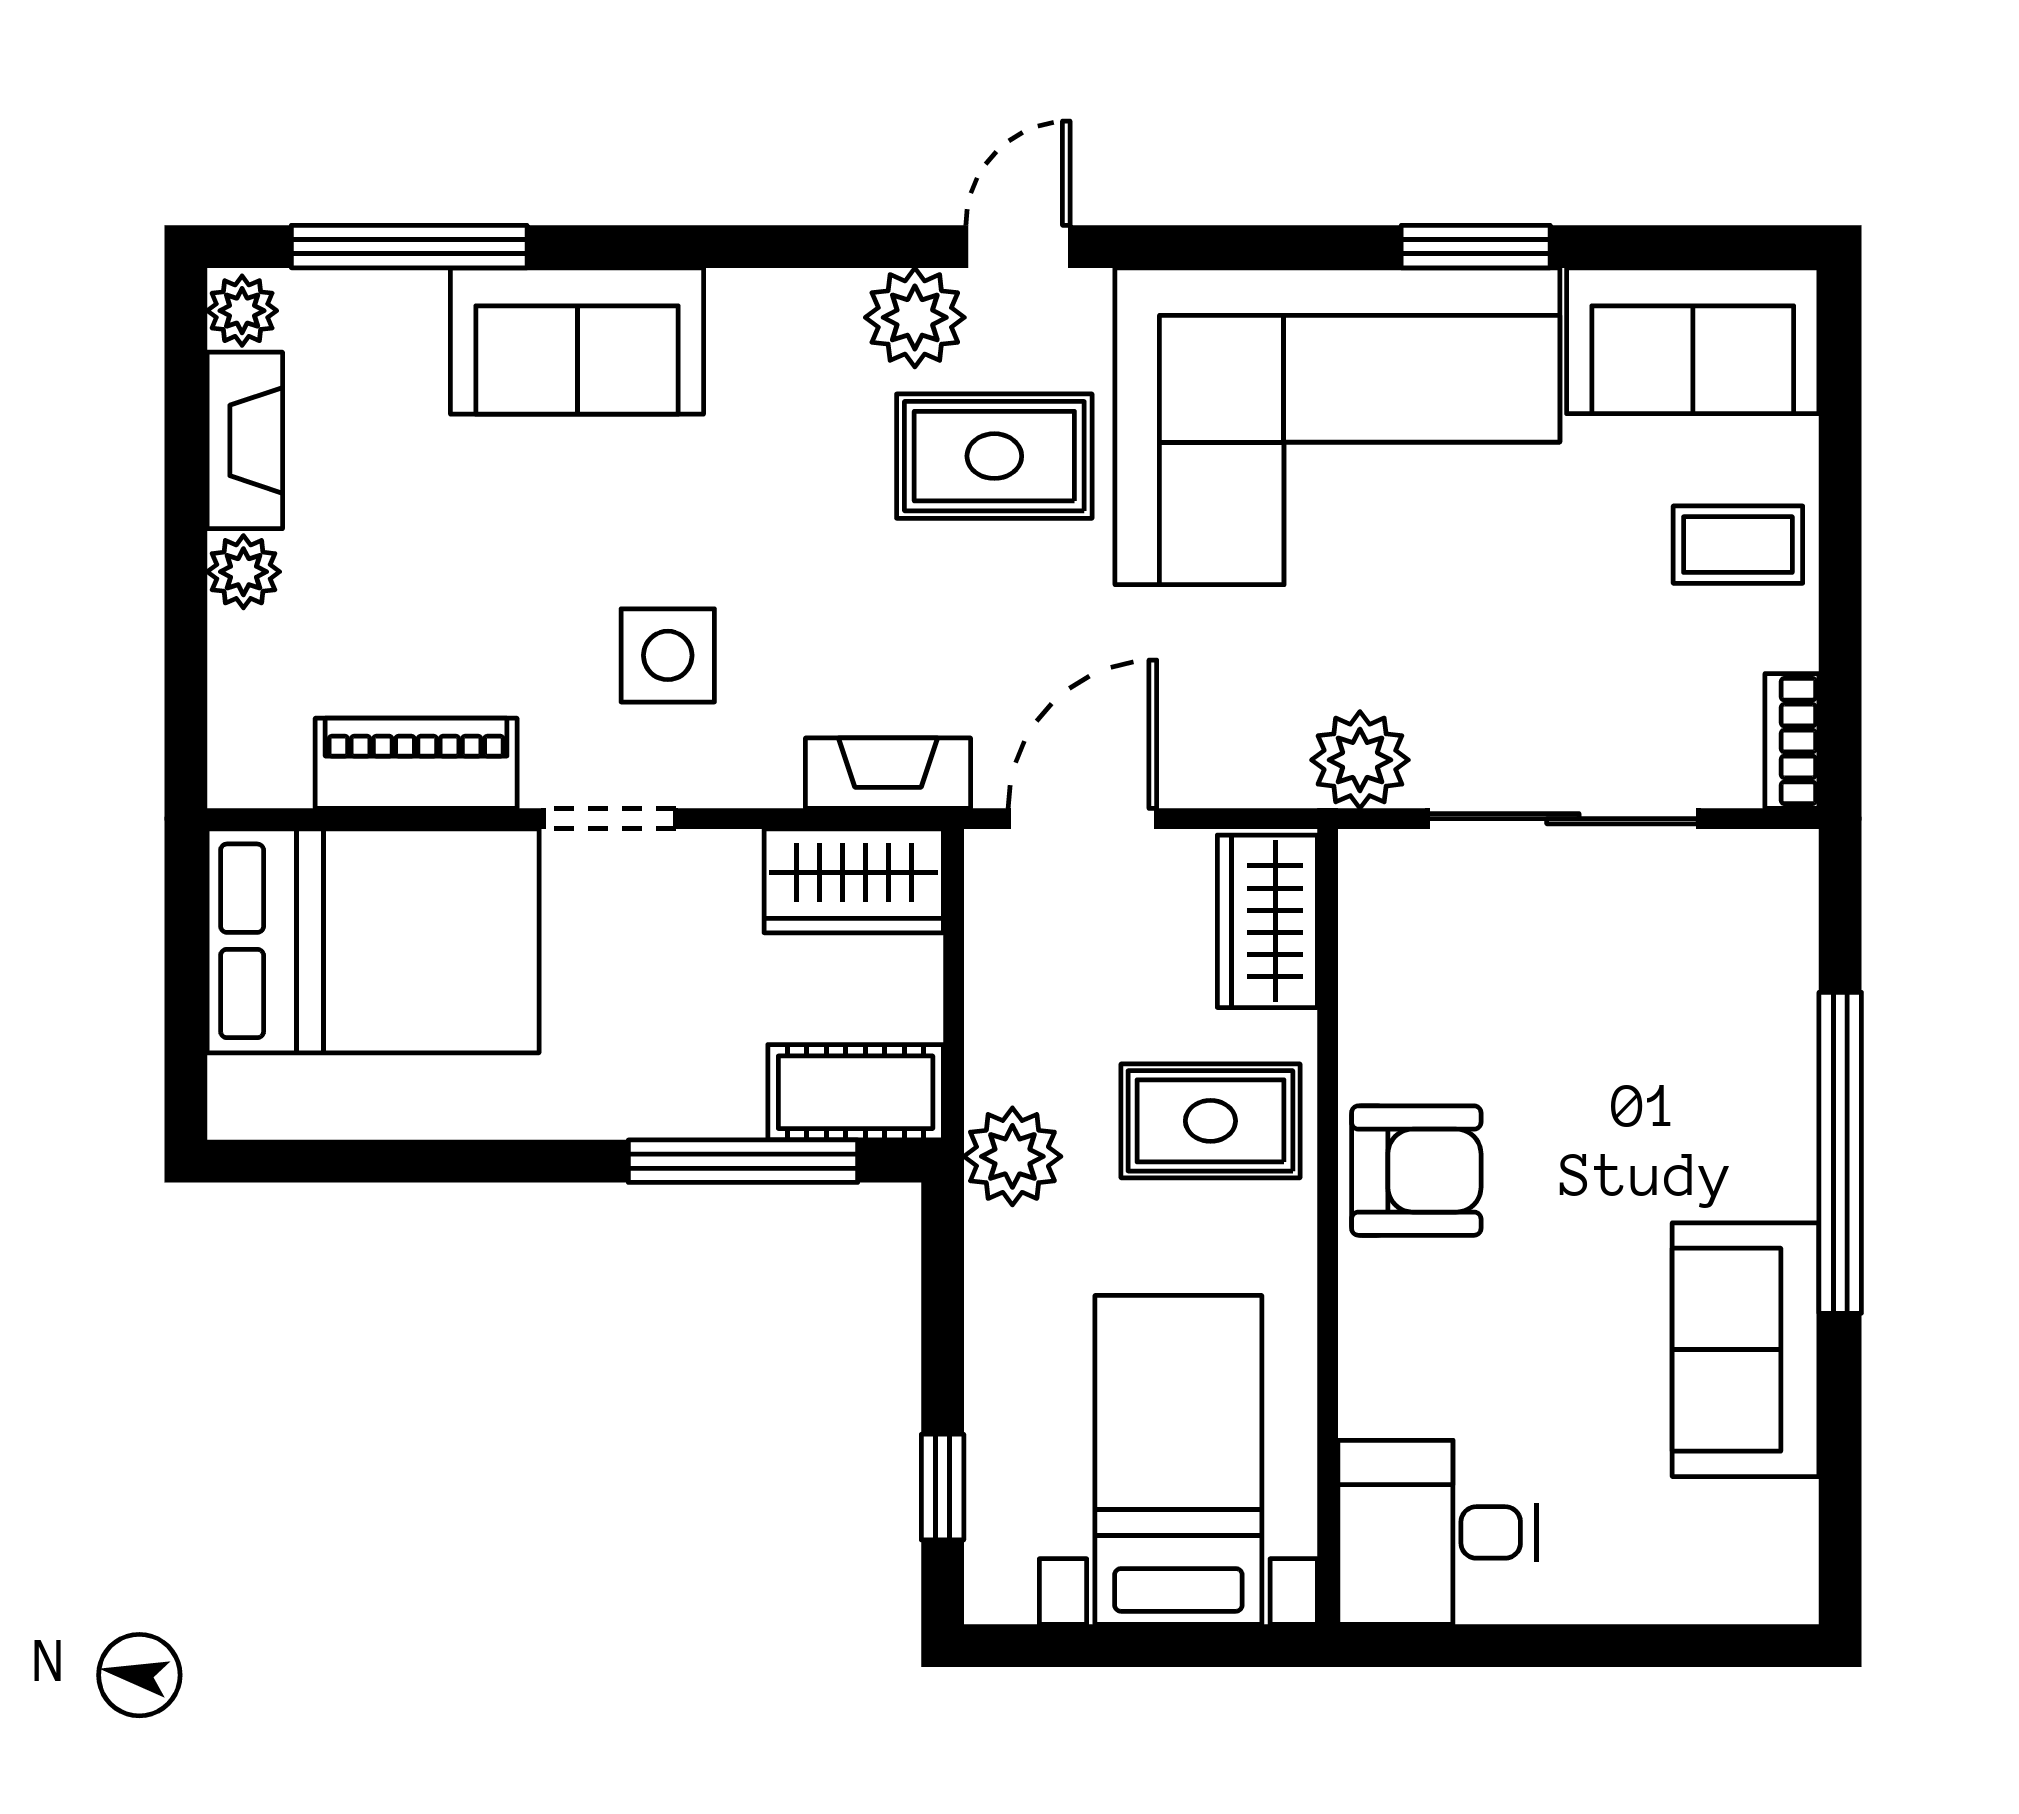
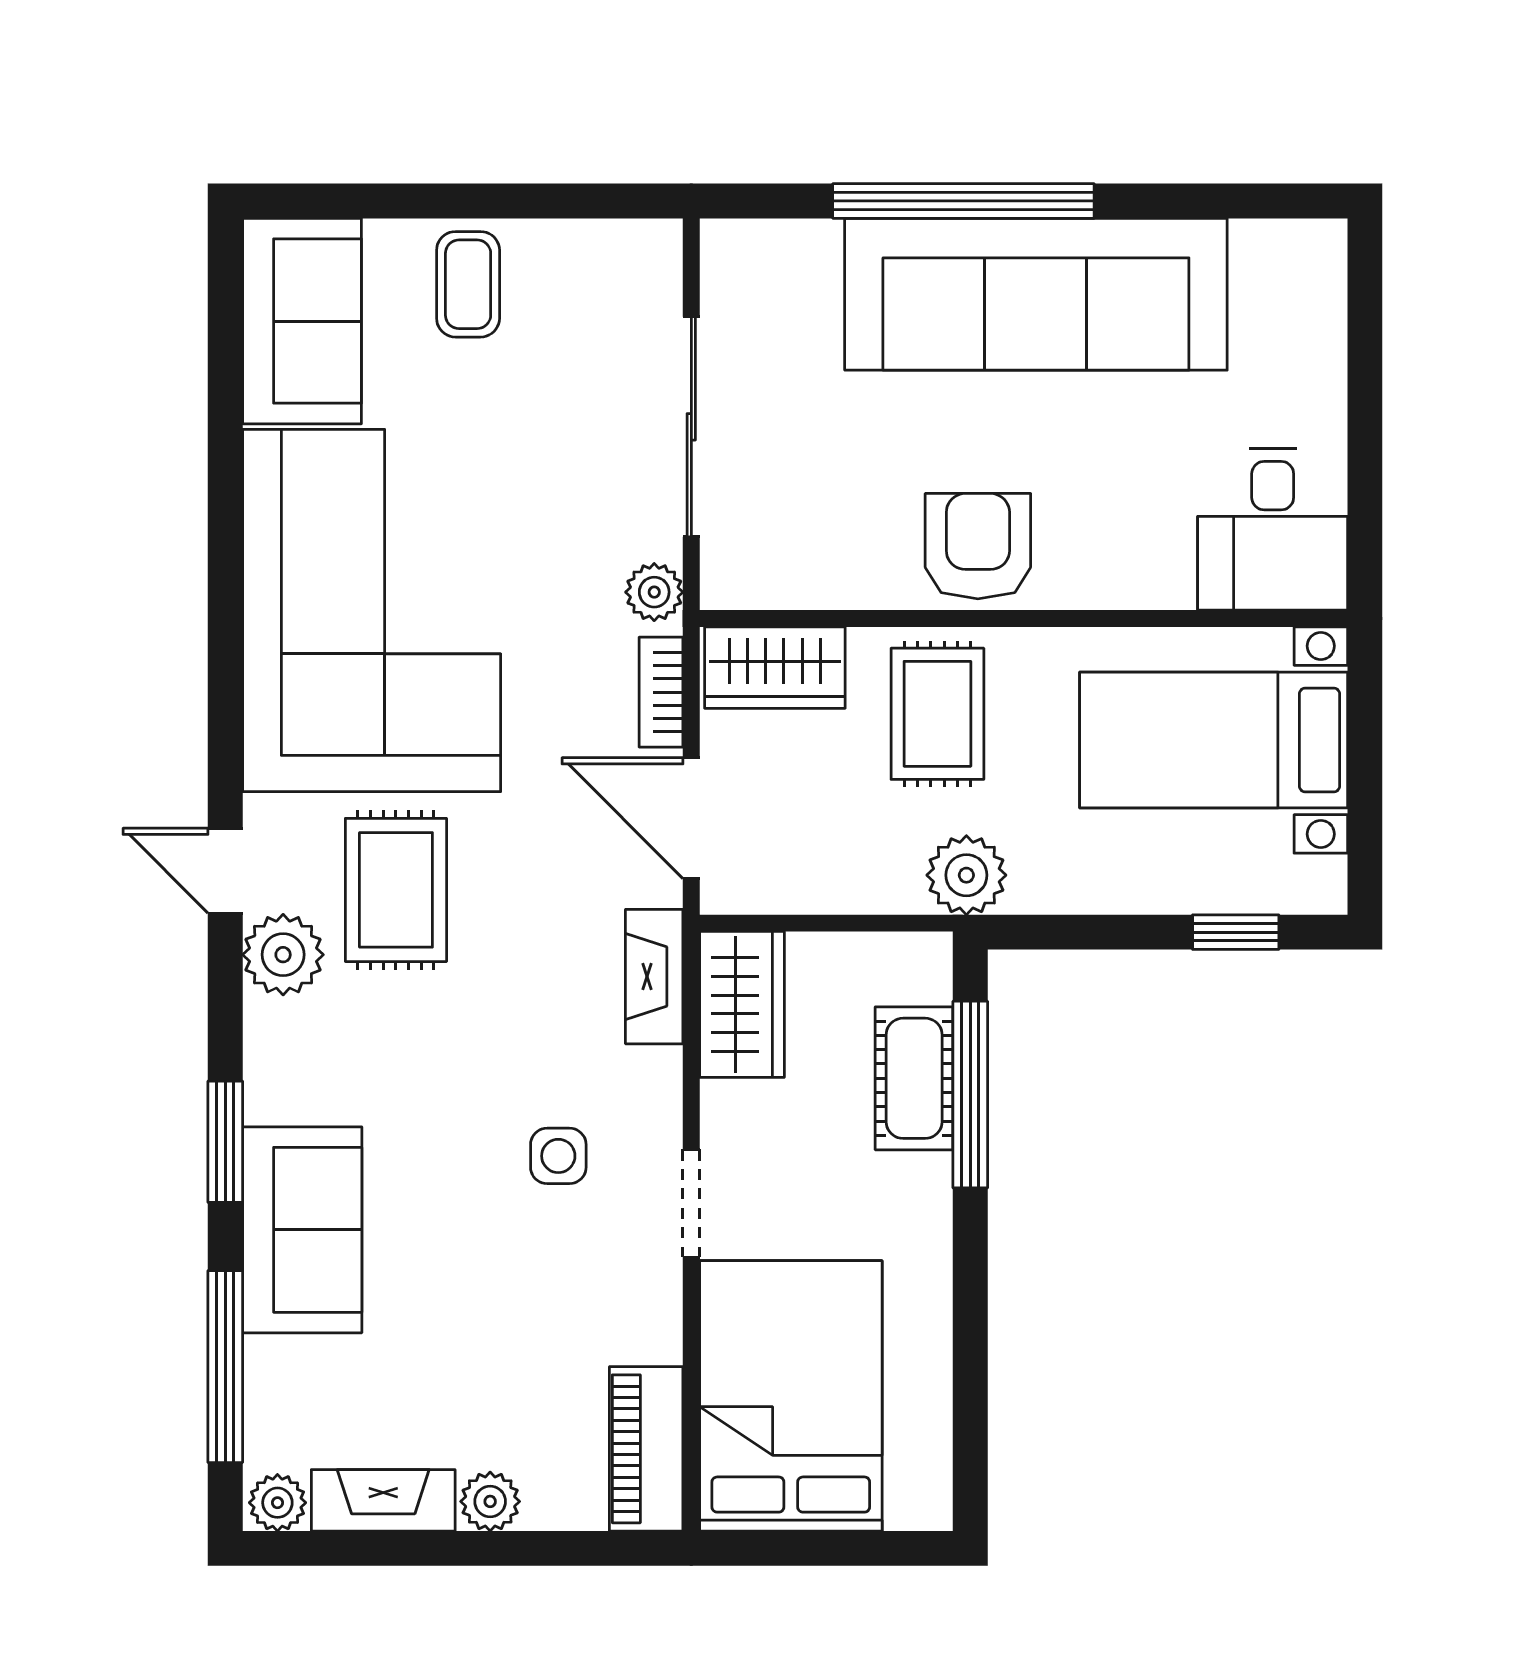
window: (1476, 247) -> (225, 1142), moved
side table: (668, 655) -> (558, 1156), width x0.73, depth x0.73
bookcase: (1792, 741) -> (661, 692), moved, turned 90
plant: (1360, 760) -> (654, 592), width x0.73, depth x0.73
piano: (416, 763) -> (646, 1449), moved
cot: (856, 1092) -> (914, 1078), moved
sofa: (1746, 1350) -> (1036, 294), width x1.85, depth x1.27

